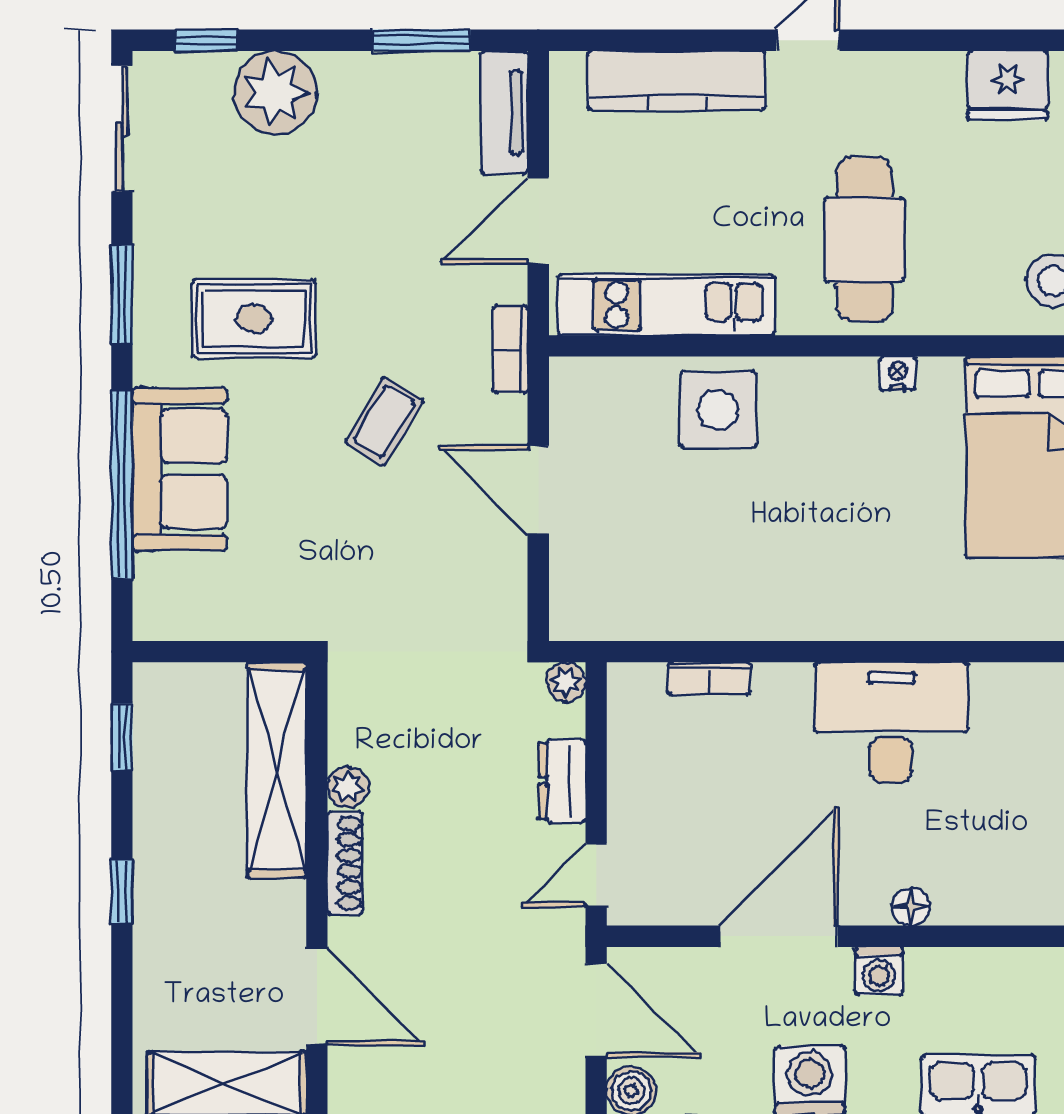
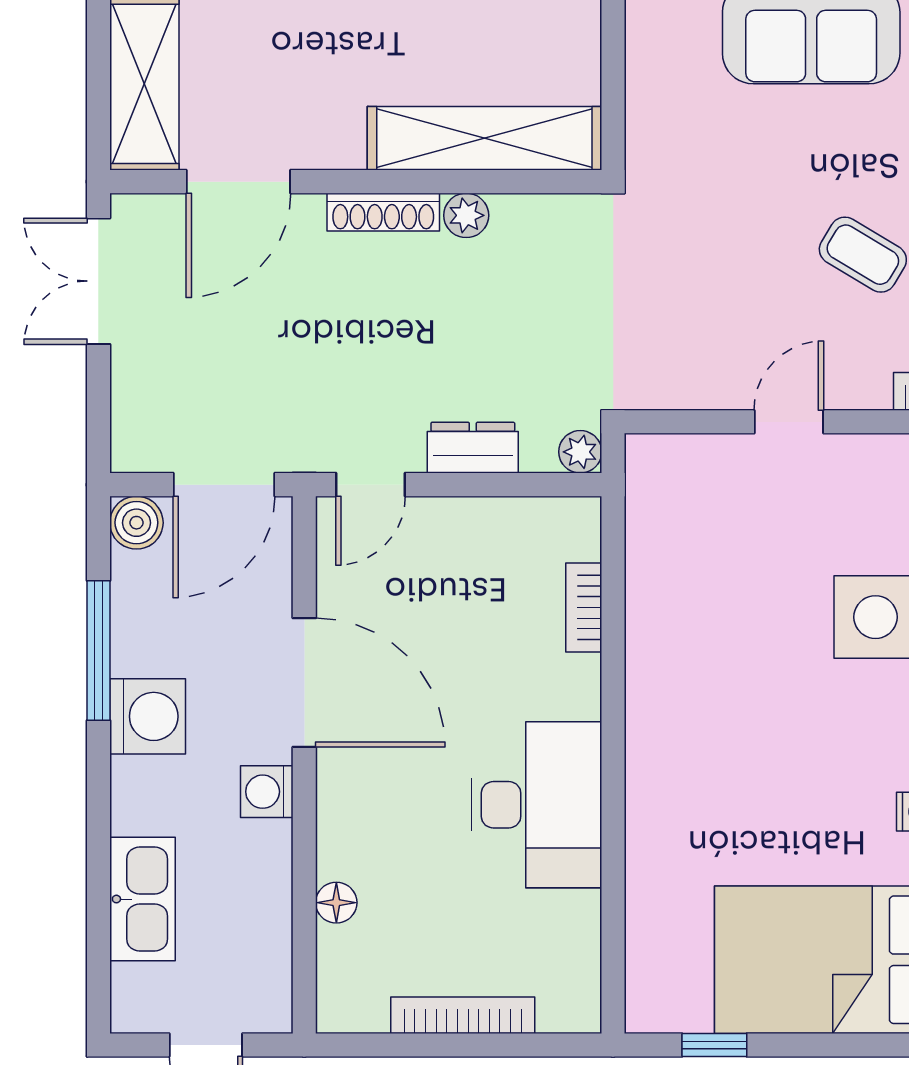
door: (538, 490) -> (789, 422), width x0.73
door: (596, 875) -> (370, 485), swing flipped
floor lamp: (911, 907) -> (336, 903), moved

